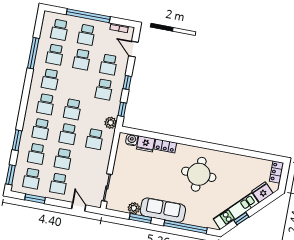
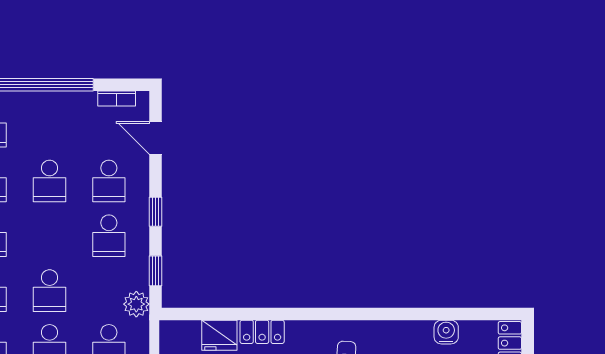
school desk: (86, 35) -> (50, 126), removed
water cooler: (132, 140) -> (446, 332), moved

